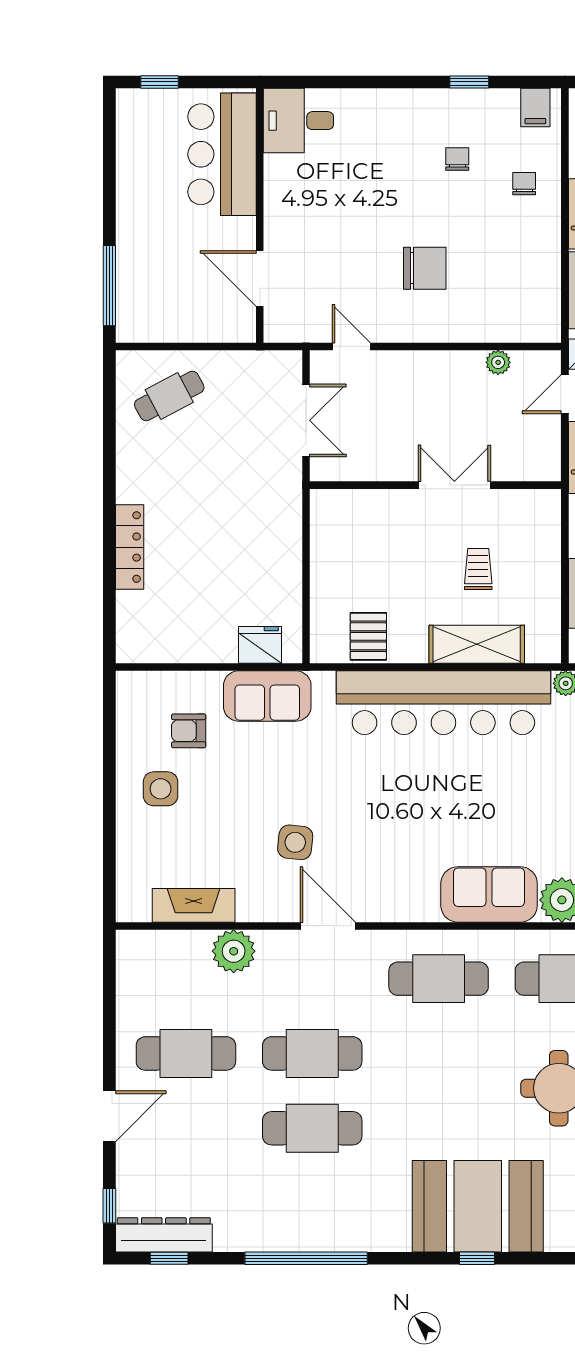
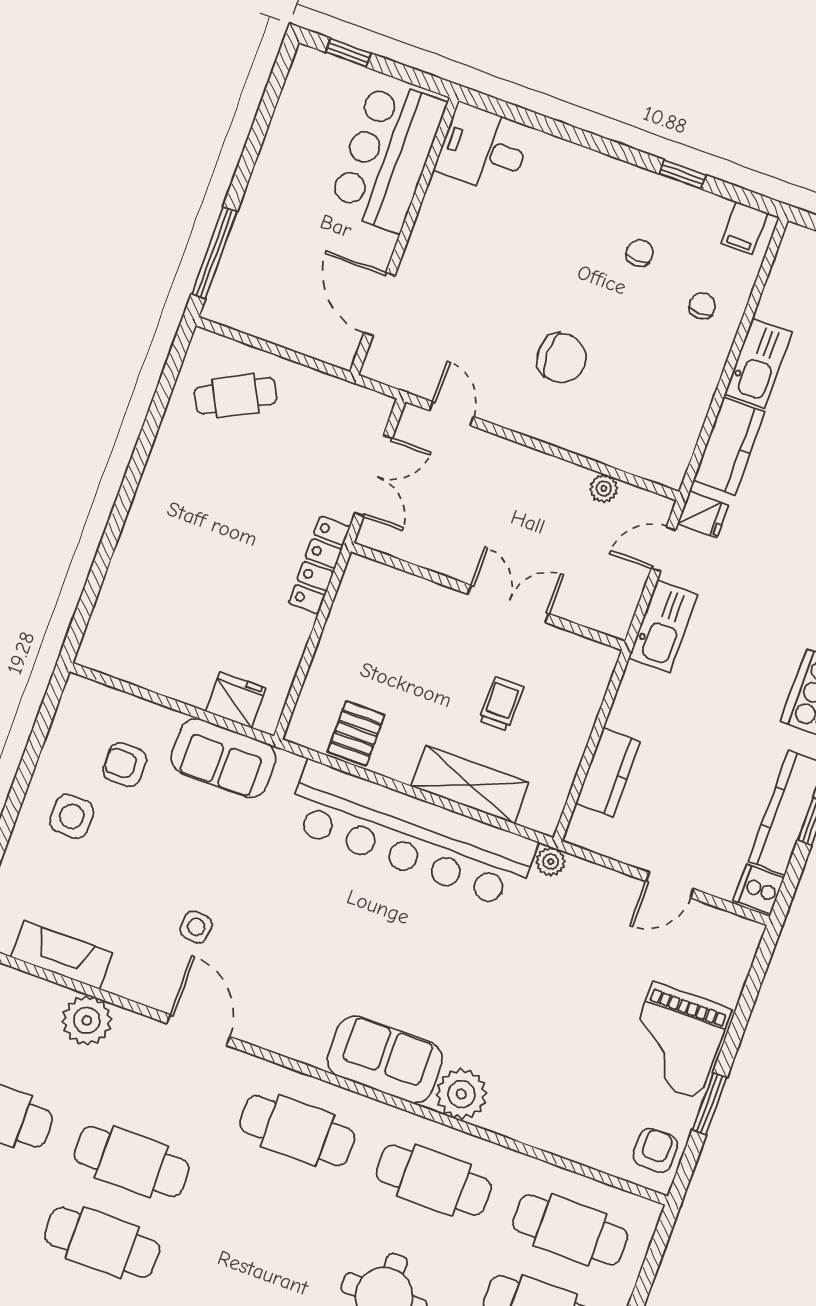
locker: (130, 547) -> (319, 565), moved, turned 180
side table: (295, 842) -> (196, 927), width x0.73, depth x0.73

